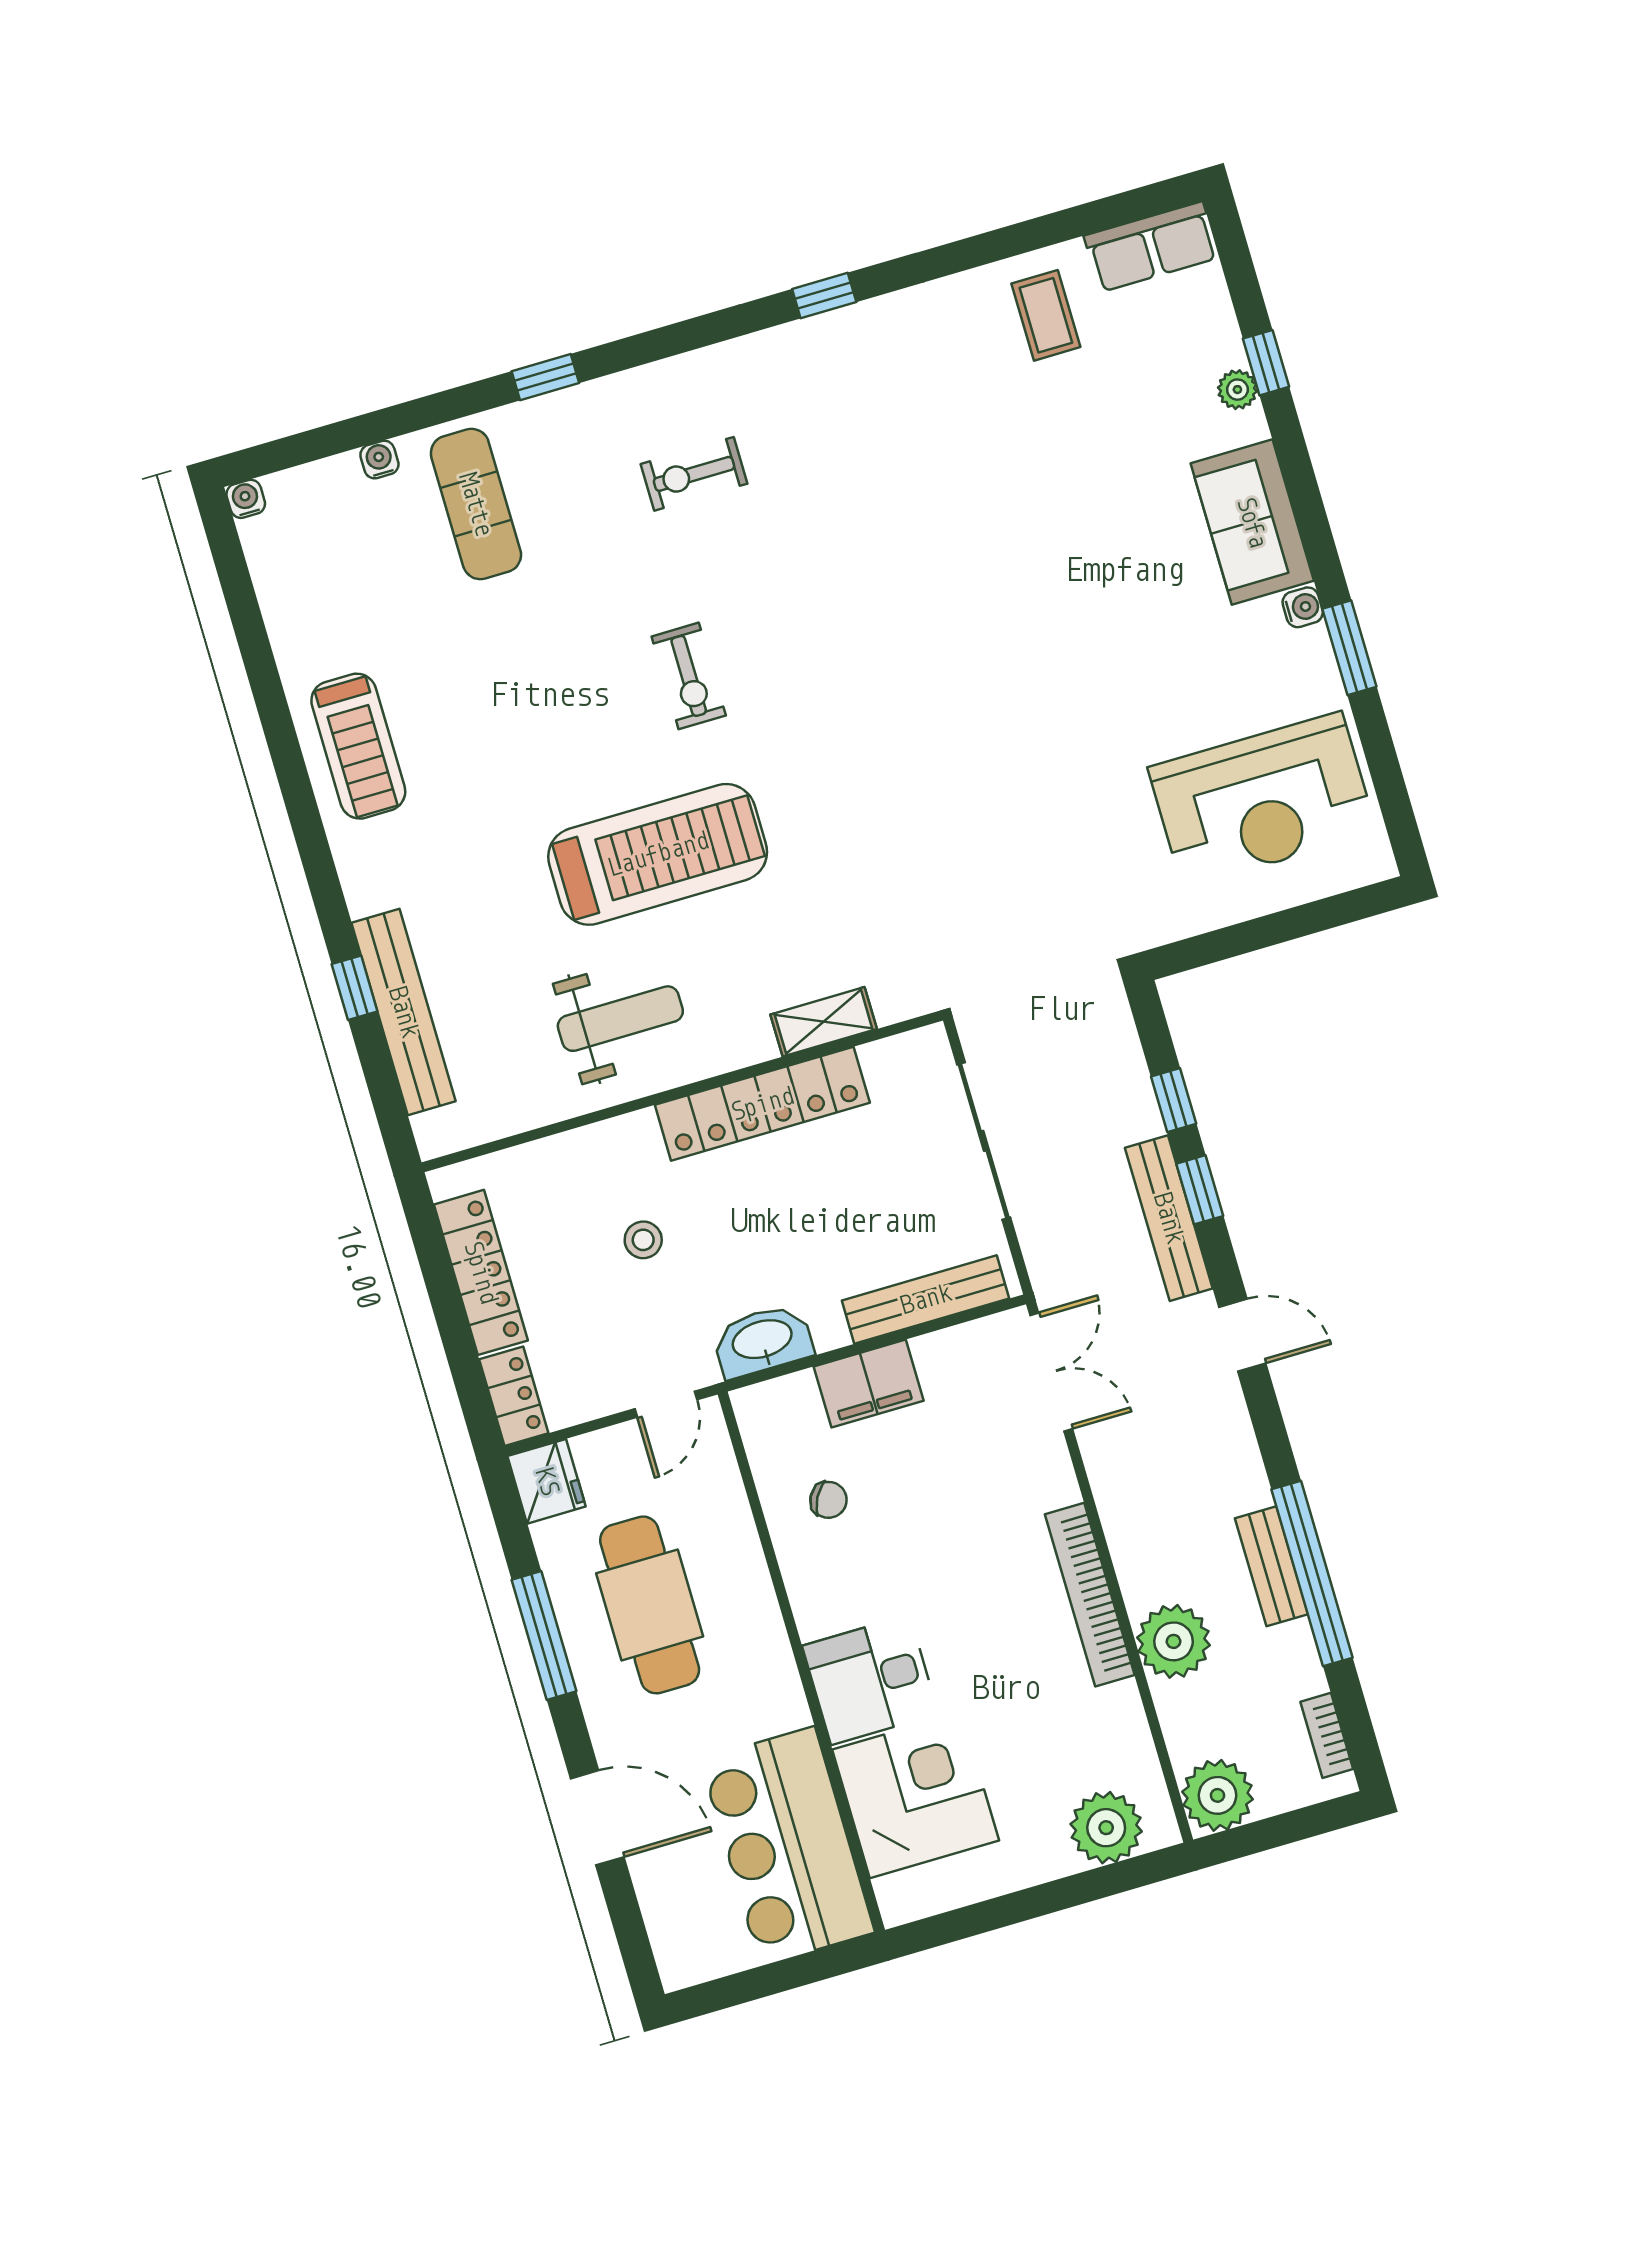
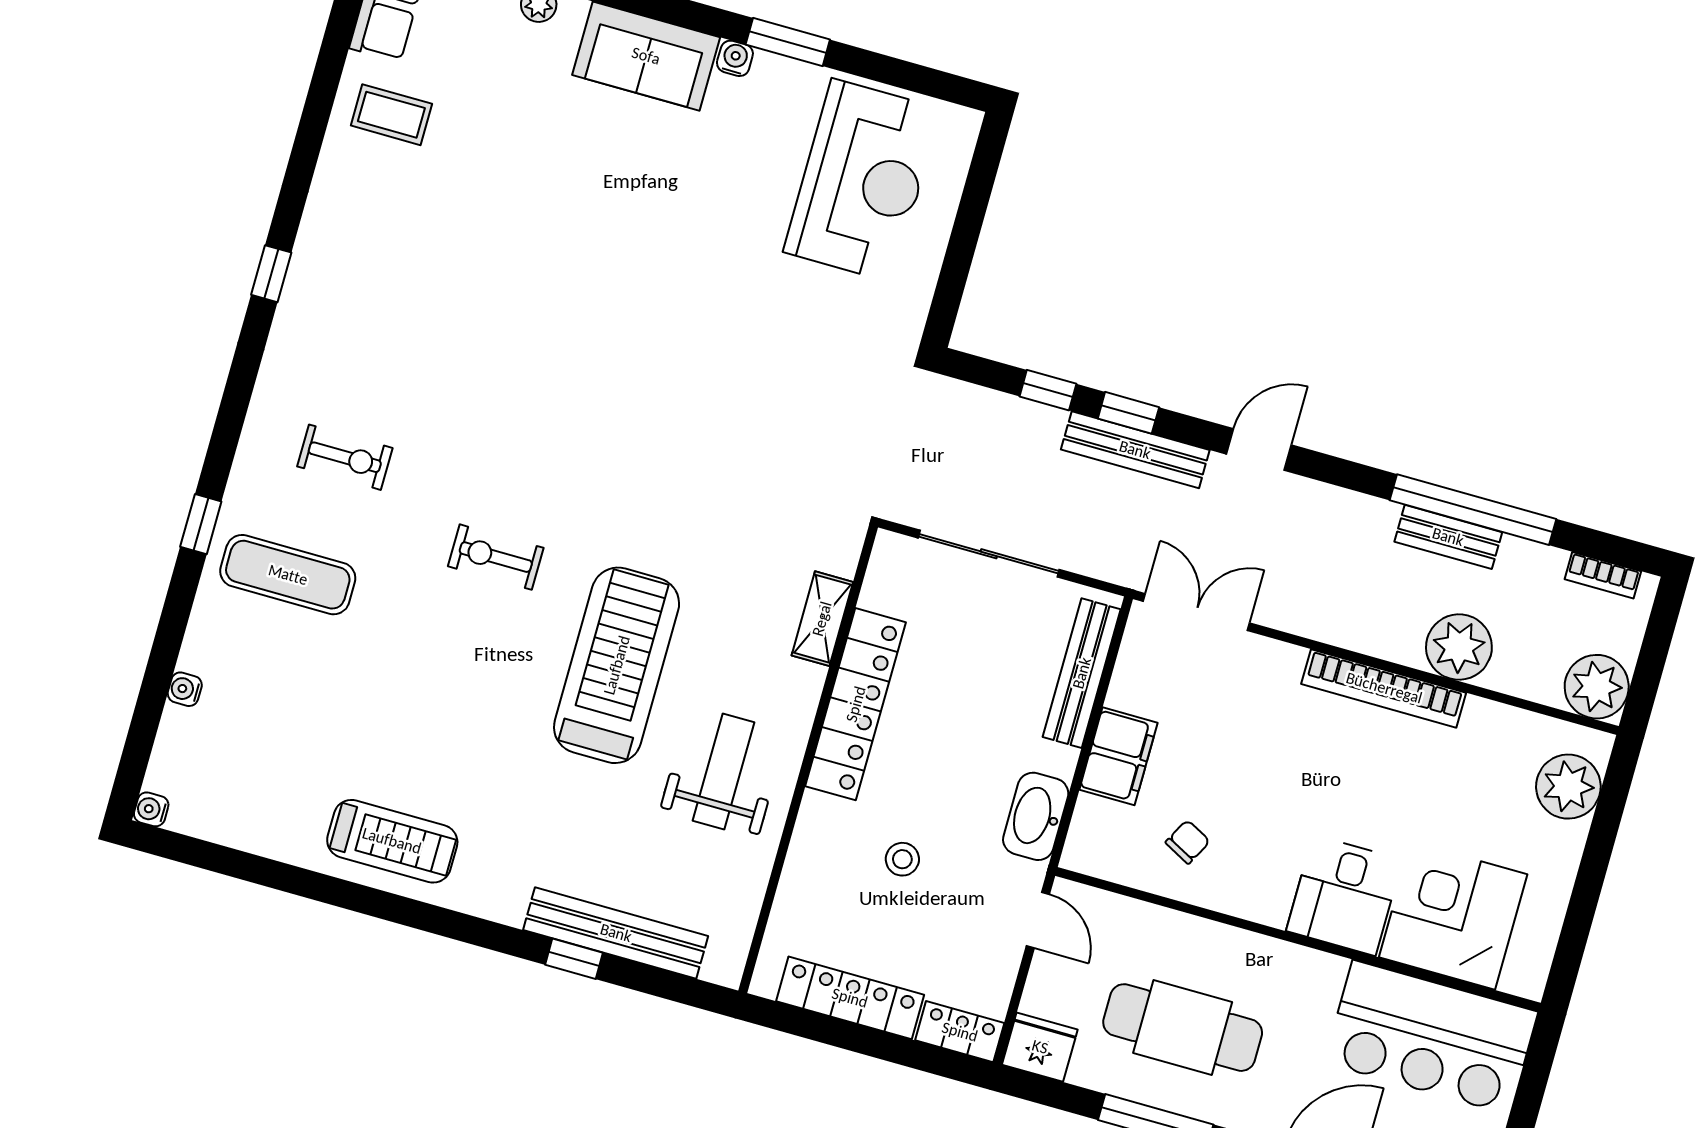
exercise bike: (694, 474) -> (345, 457), turned -90
exercise mat: (476, 504) -> (288, 575), moved
exercise bike: (689, 676) -> (496, 557), turned 180

